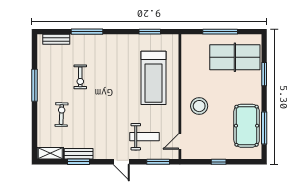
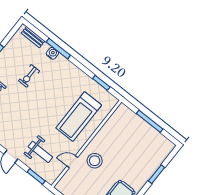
water cooler: (85, 40) -> (52, 53), added
table tennis table: (235, 57) -> (146, 147), removed
door: (180, 141) -> (72, 162), moved

